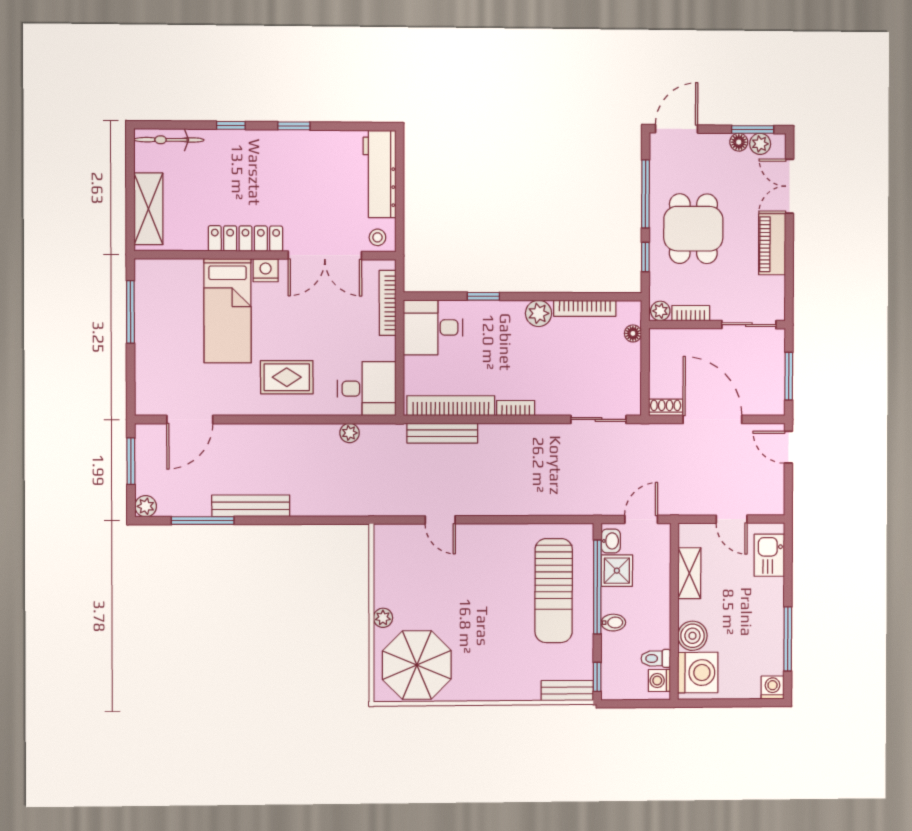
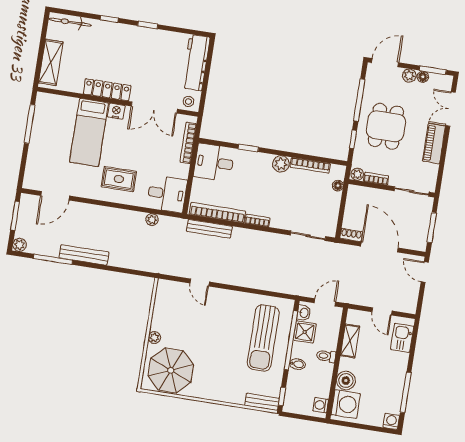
plant: (760, 144) -> (409, 76), moved
toilet: (656, 658) -> (326, 356), moved

